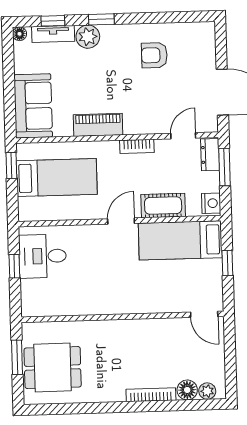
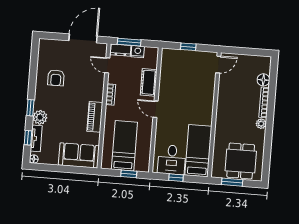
window: (11, 165) -> (129, 174), moved
nightstand: (211, 203) -> (138, 52), moved
bed: (180, 240) -> (198, 151), moved, turned 180
plant: (207, 391) -> (261, 124), moved

